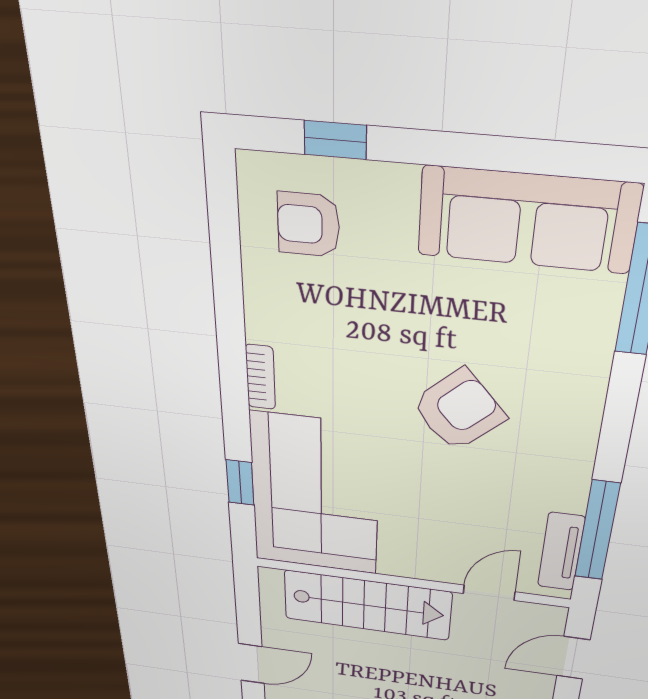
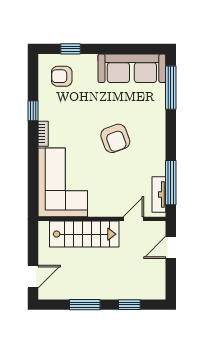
armchair: (458, 410) -> (115, 138), turned 112
window: (240, 483) -> (33, 111), moved

